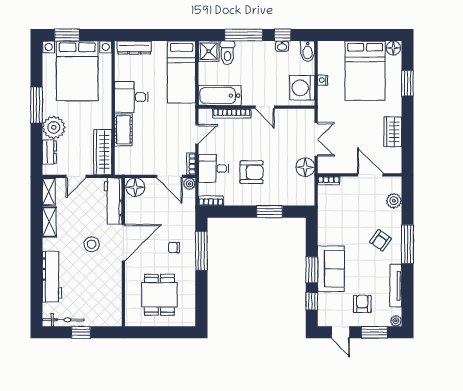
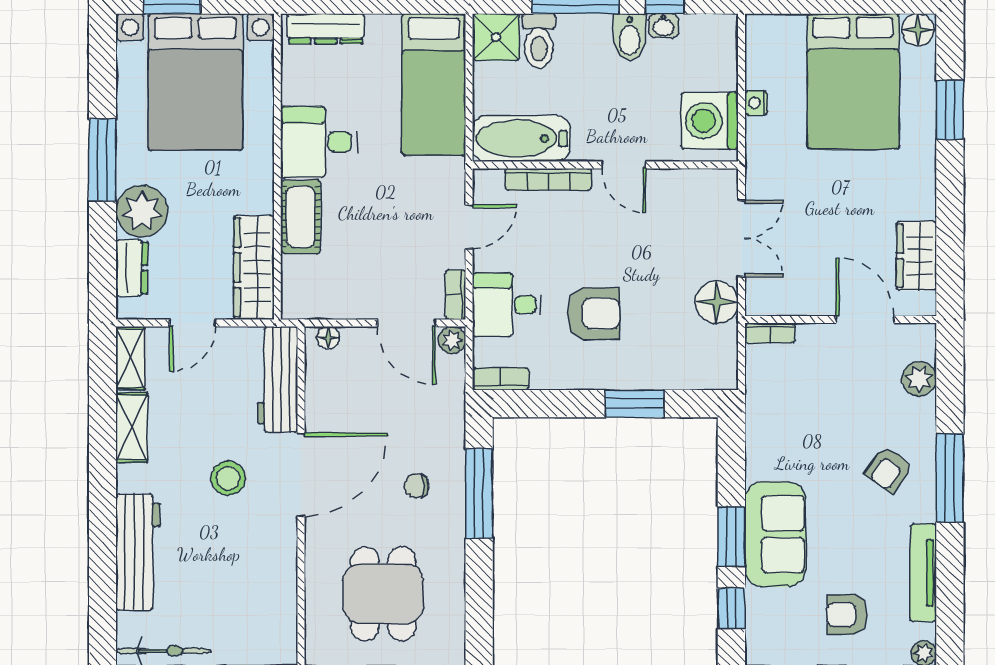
bidet: (308, 51) -> (630, 37), moved
wardrobe: (393, 132) -> (916, 256), moved
floor lamp: (135, 187) -> (328, 338), width x0.53, depth x0.53
armchair: (362, 304) -> (847, 615), turned -90

